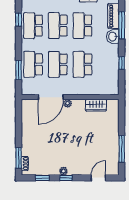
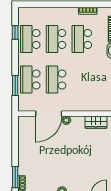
school desk: (82, 64) -> (82, 80), removed

